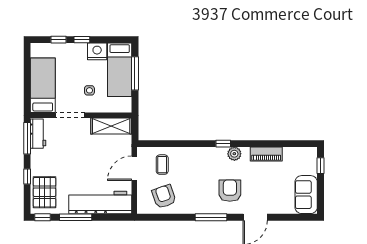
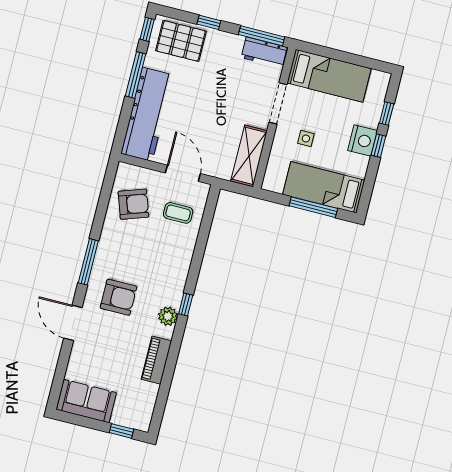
nightstand: (97, 51) -> (362, 141), moved

